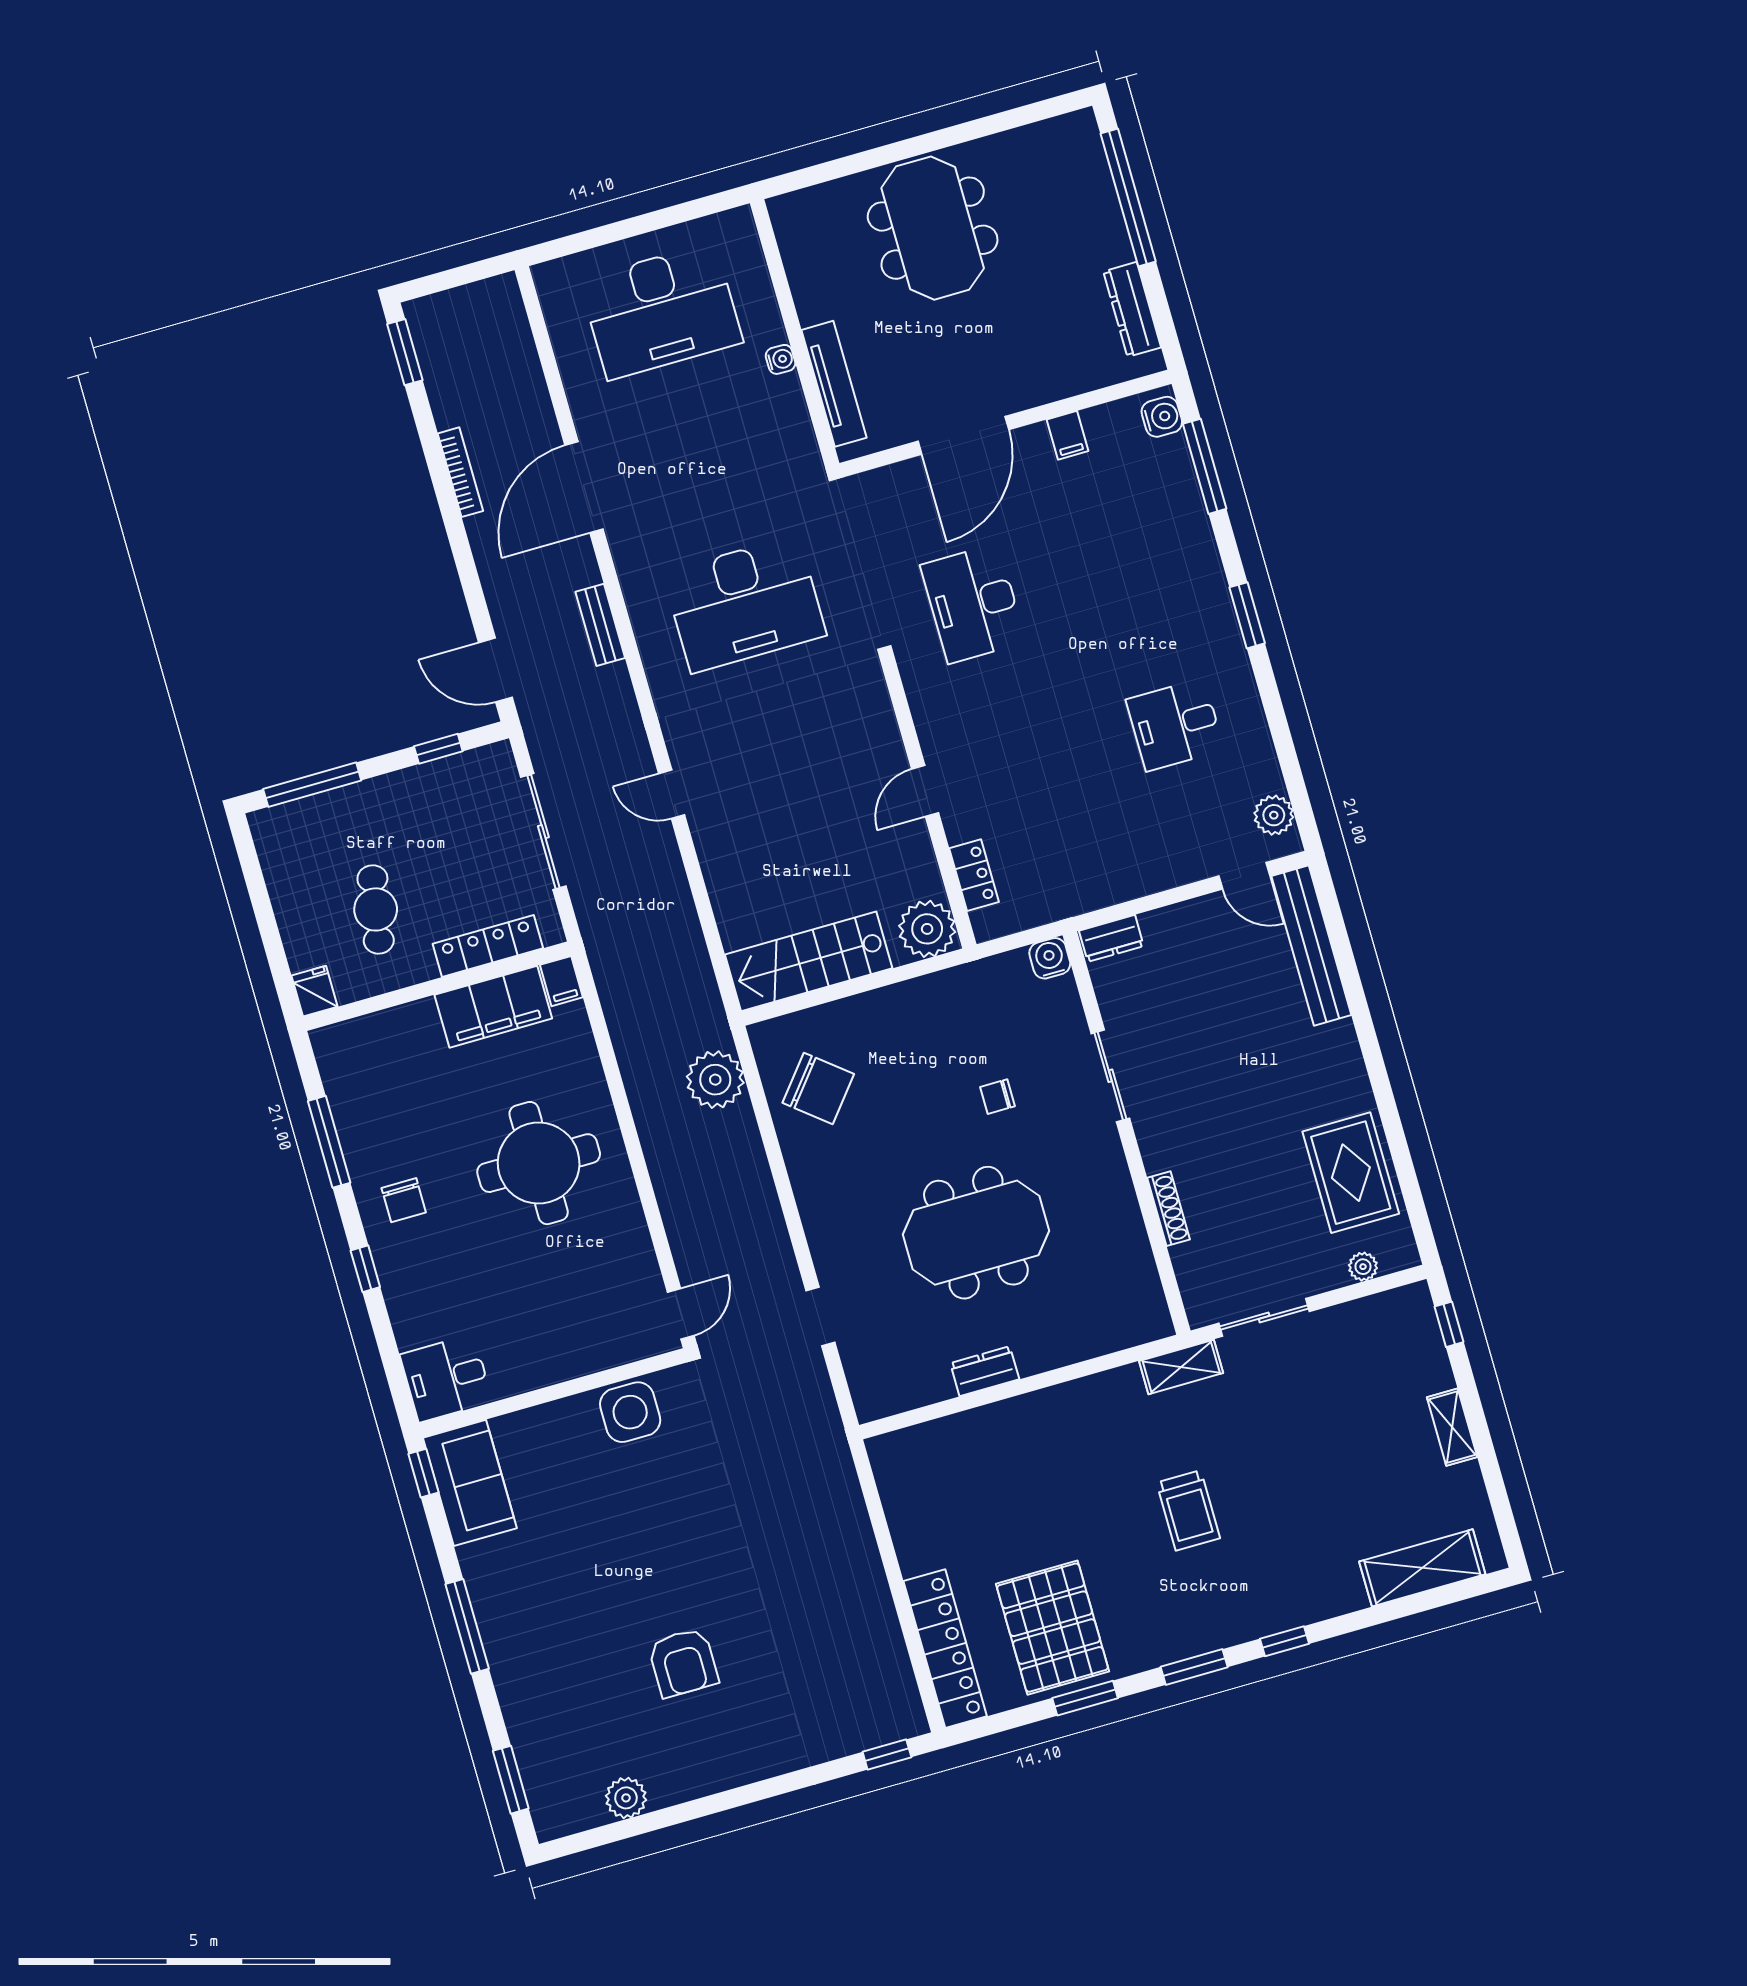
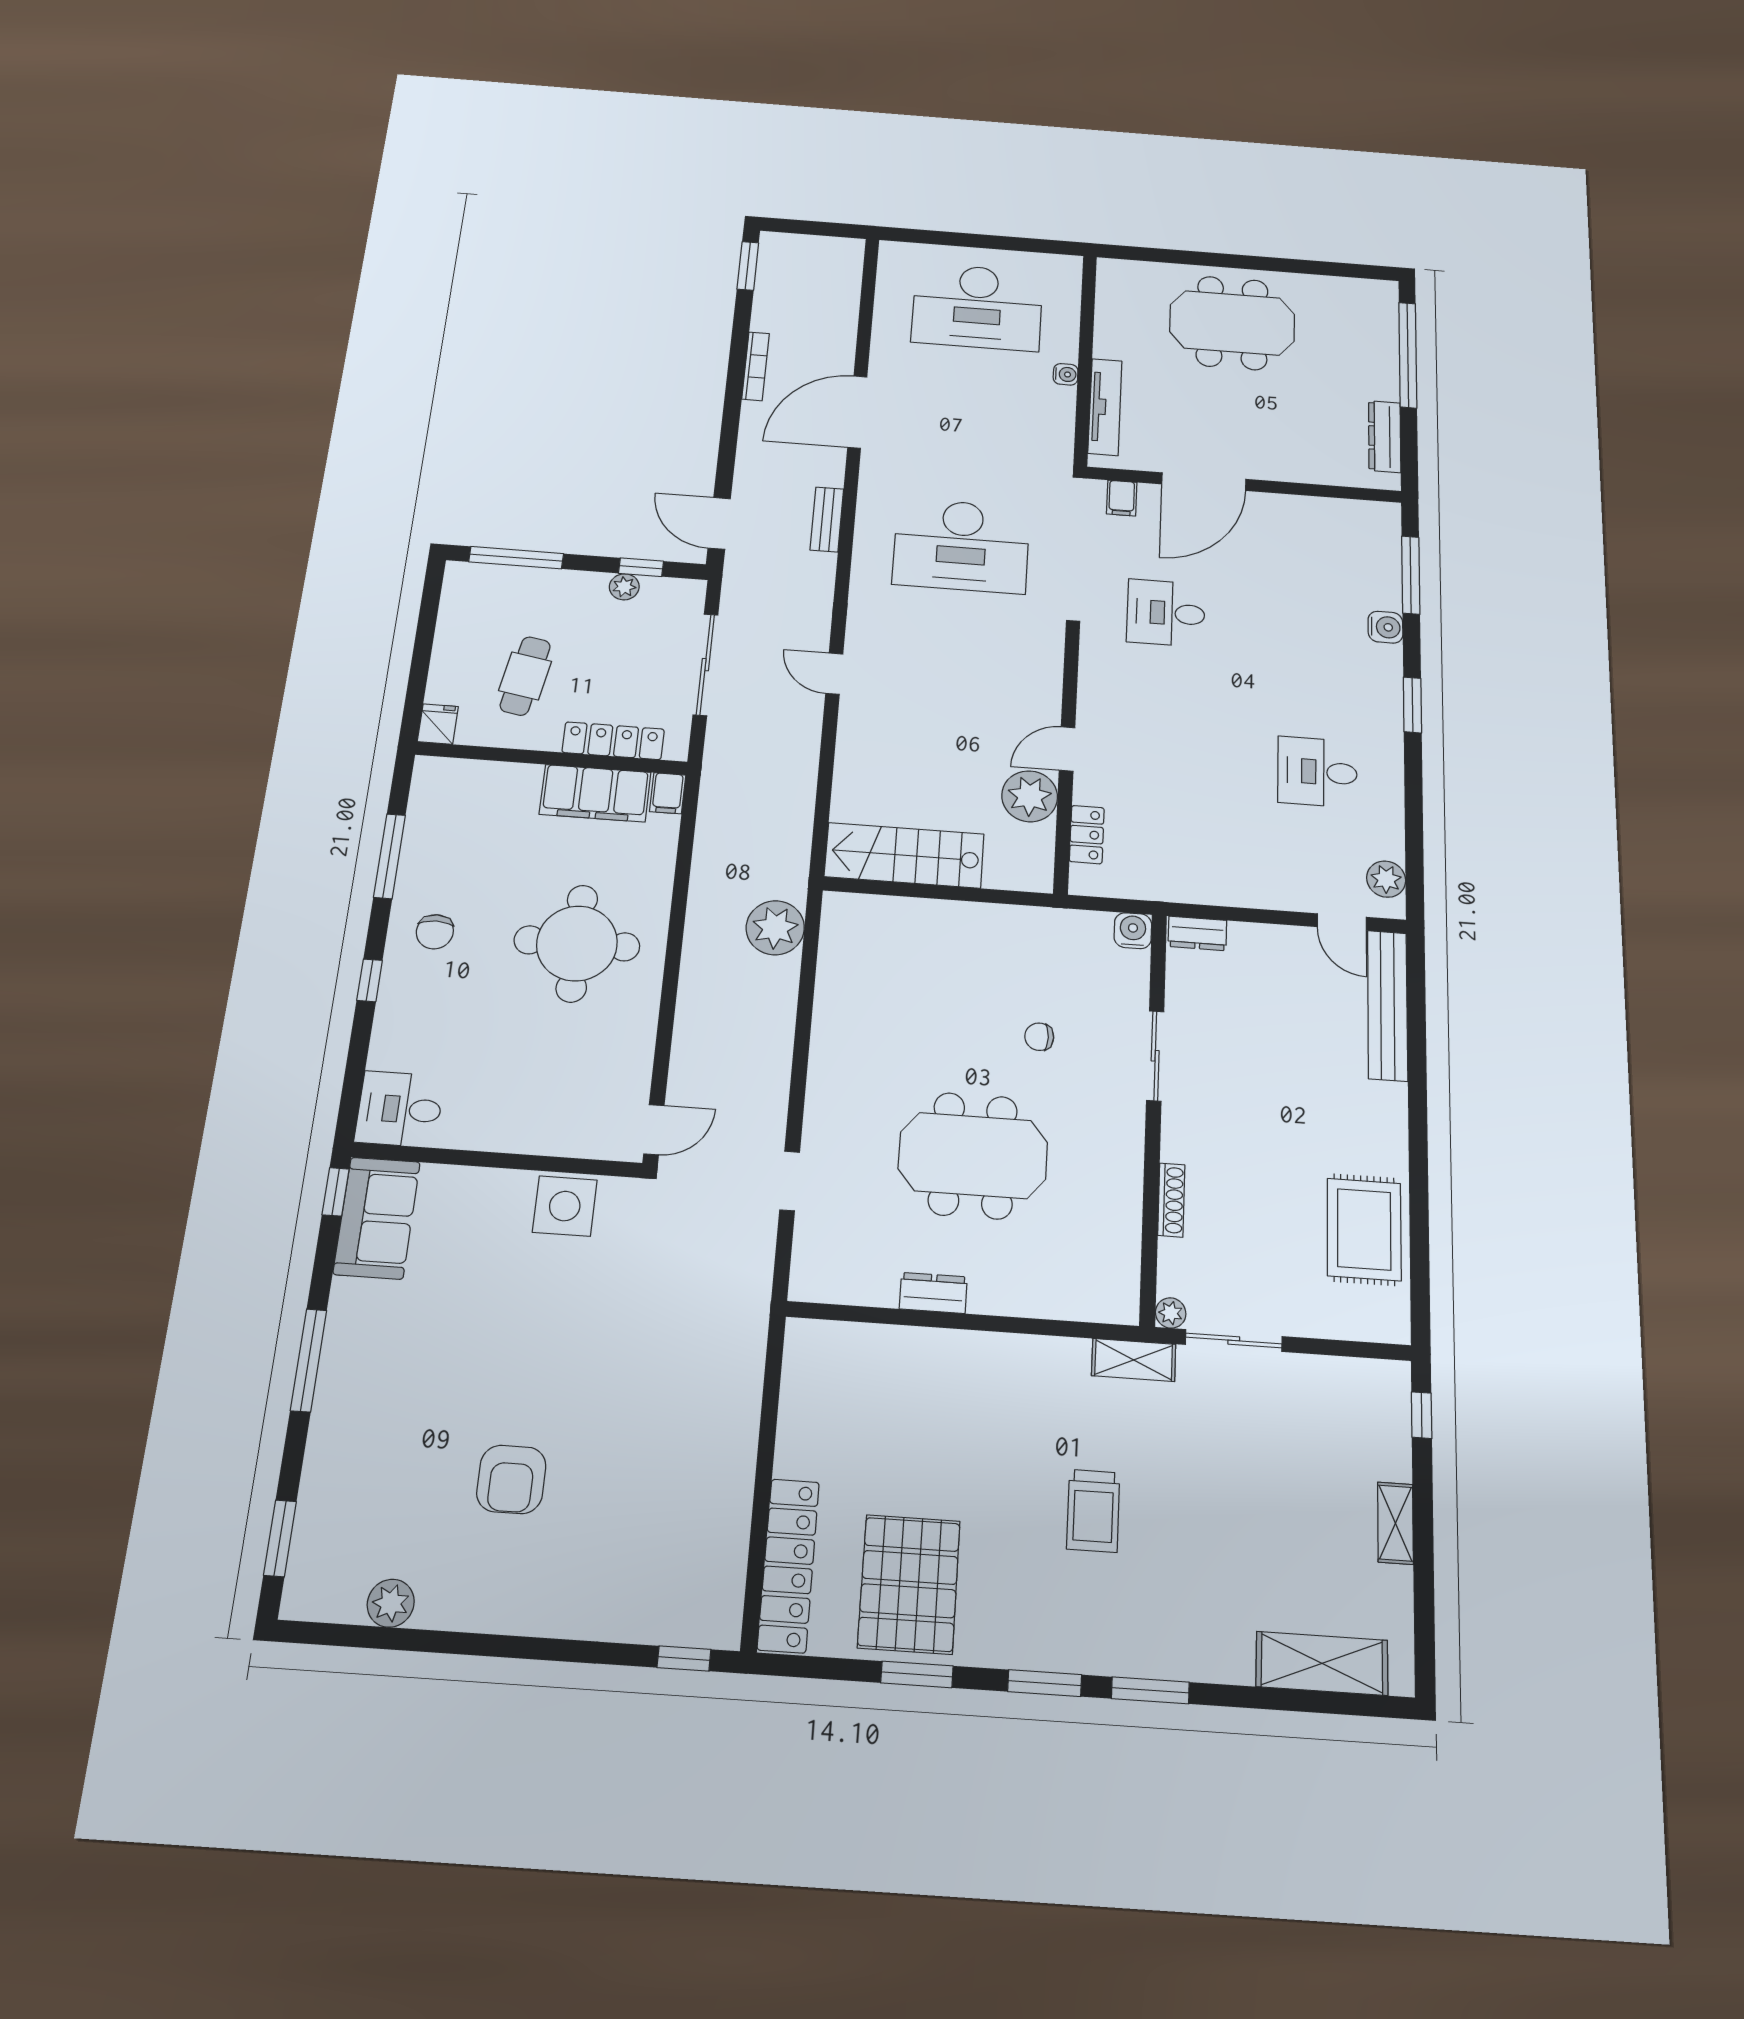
meeting table: (933, 228) -> (1232, 323), turned 90
water cooler: (1162, 417) -> (1385, 627), moved
filing cabinet: (1068, 435) -> (1122, 498), moved
desk: (973, 604) -> (1166, 613), width x0.73
plant: (431, 777) -> (624, 587), added
plant: (927, 929) -> (1030, 796), moved
chair: (818, 1088) -> (870, 970), removed
plant: (1363, 1267) -> (1171, 1313), moved
window: (1284, 1641) -> (1150, 1690), width x1.50

